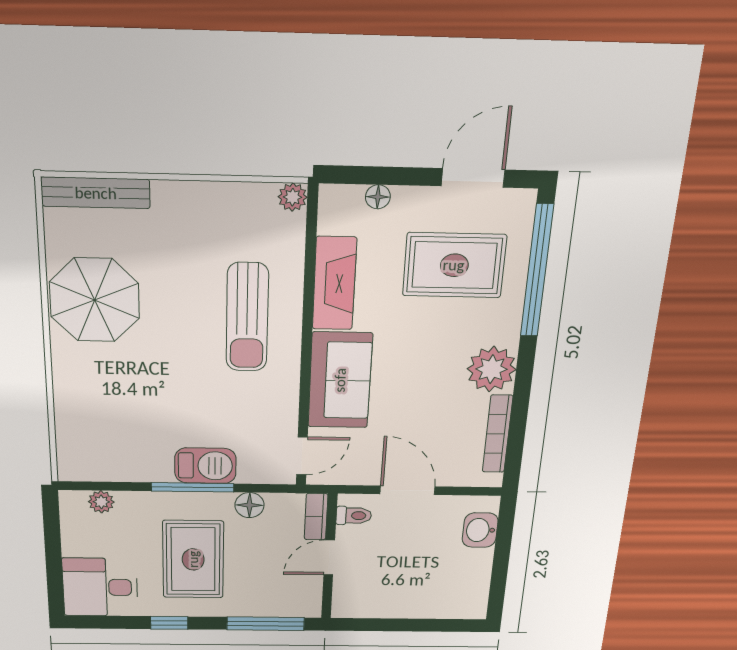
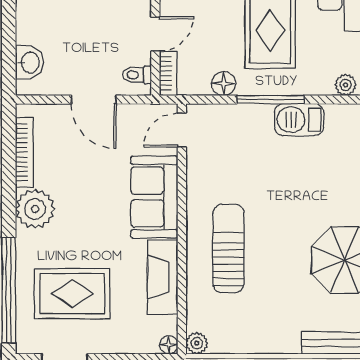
floor lamp: (378, 197) -> (169, 345), moved
barbecue: (205, 466) -> (299, 120), moved

